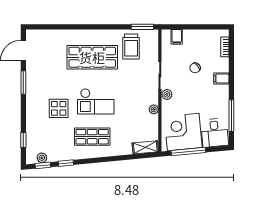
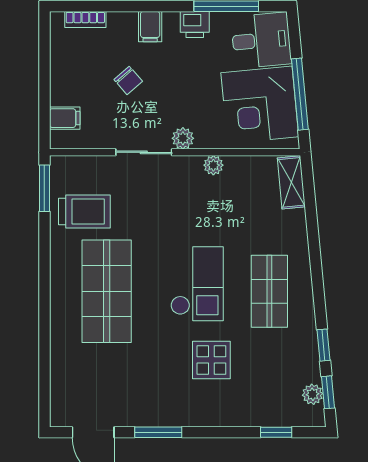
printer: (222, 100) -> (195, 24), added

